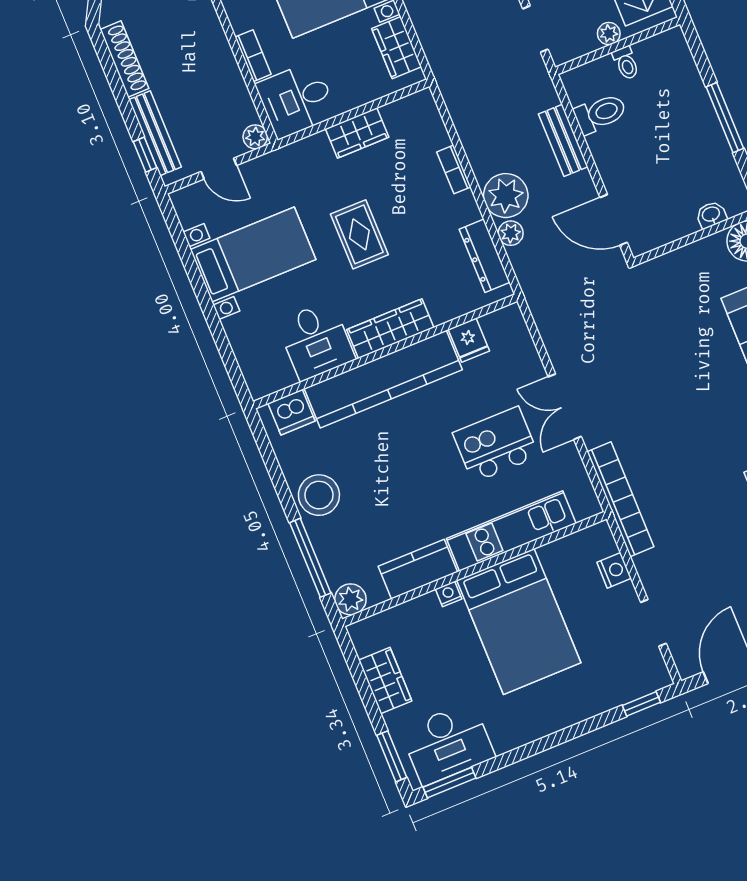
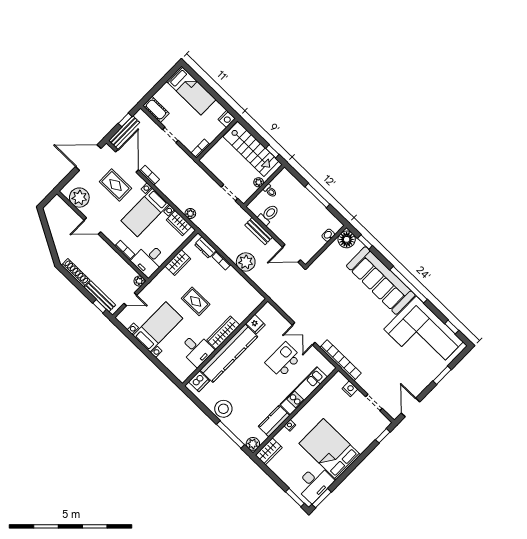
plant: (511, 233) -> (190, 214), moved
dresser: (485, 256) -> (205, 247), moved, width x0.70
bed: (519, 621) -> (330, 449), moved, turned 180
wardrobe: (385, 681) -> (269, 451), moved, turned 90

